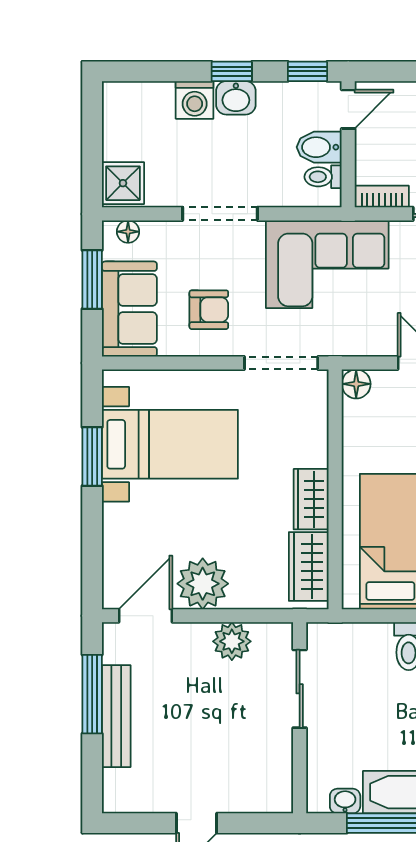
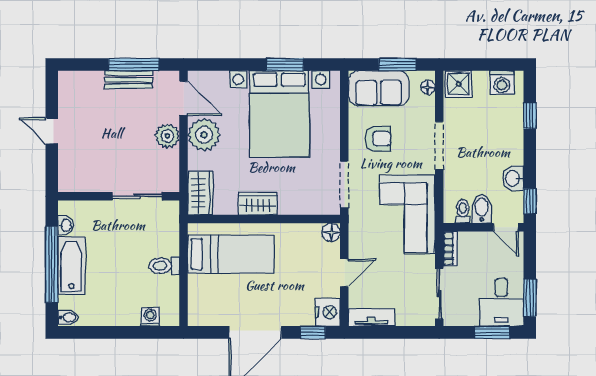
window: (232, 71) -> (530, 116), moved
washbasin: (236, 98) -> (513, 178), moved
washing machine: (195, 100) -> (502, 83), moved, turned -90
armchair: (209, 310) -> (378, 139), turned -90
bed with nightstands: (170, 444) -> (279, 114), width x1.36
wardrobe: (309, 566) -> (200, 193), moved, turned 90
plant: (232, 641) -> (167, 136), moved
bench: (116, 716) -> (128, 80), width x0.73

